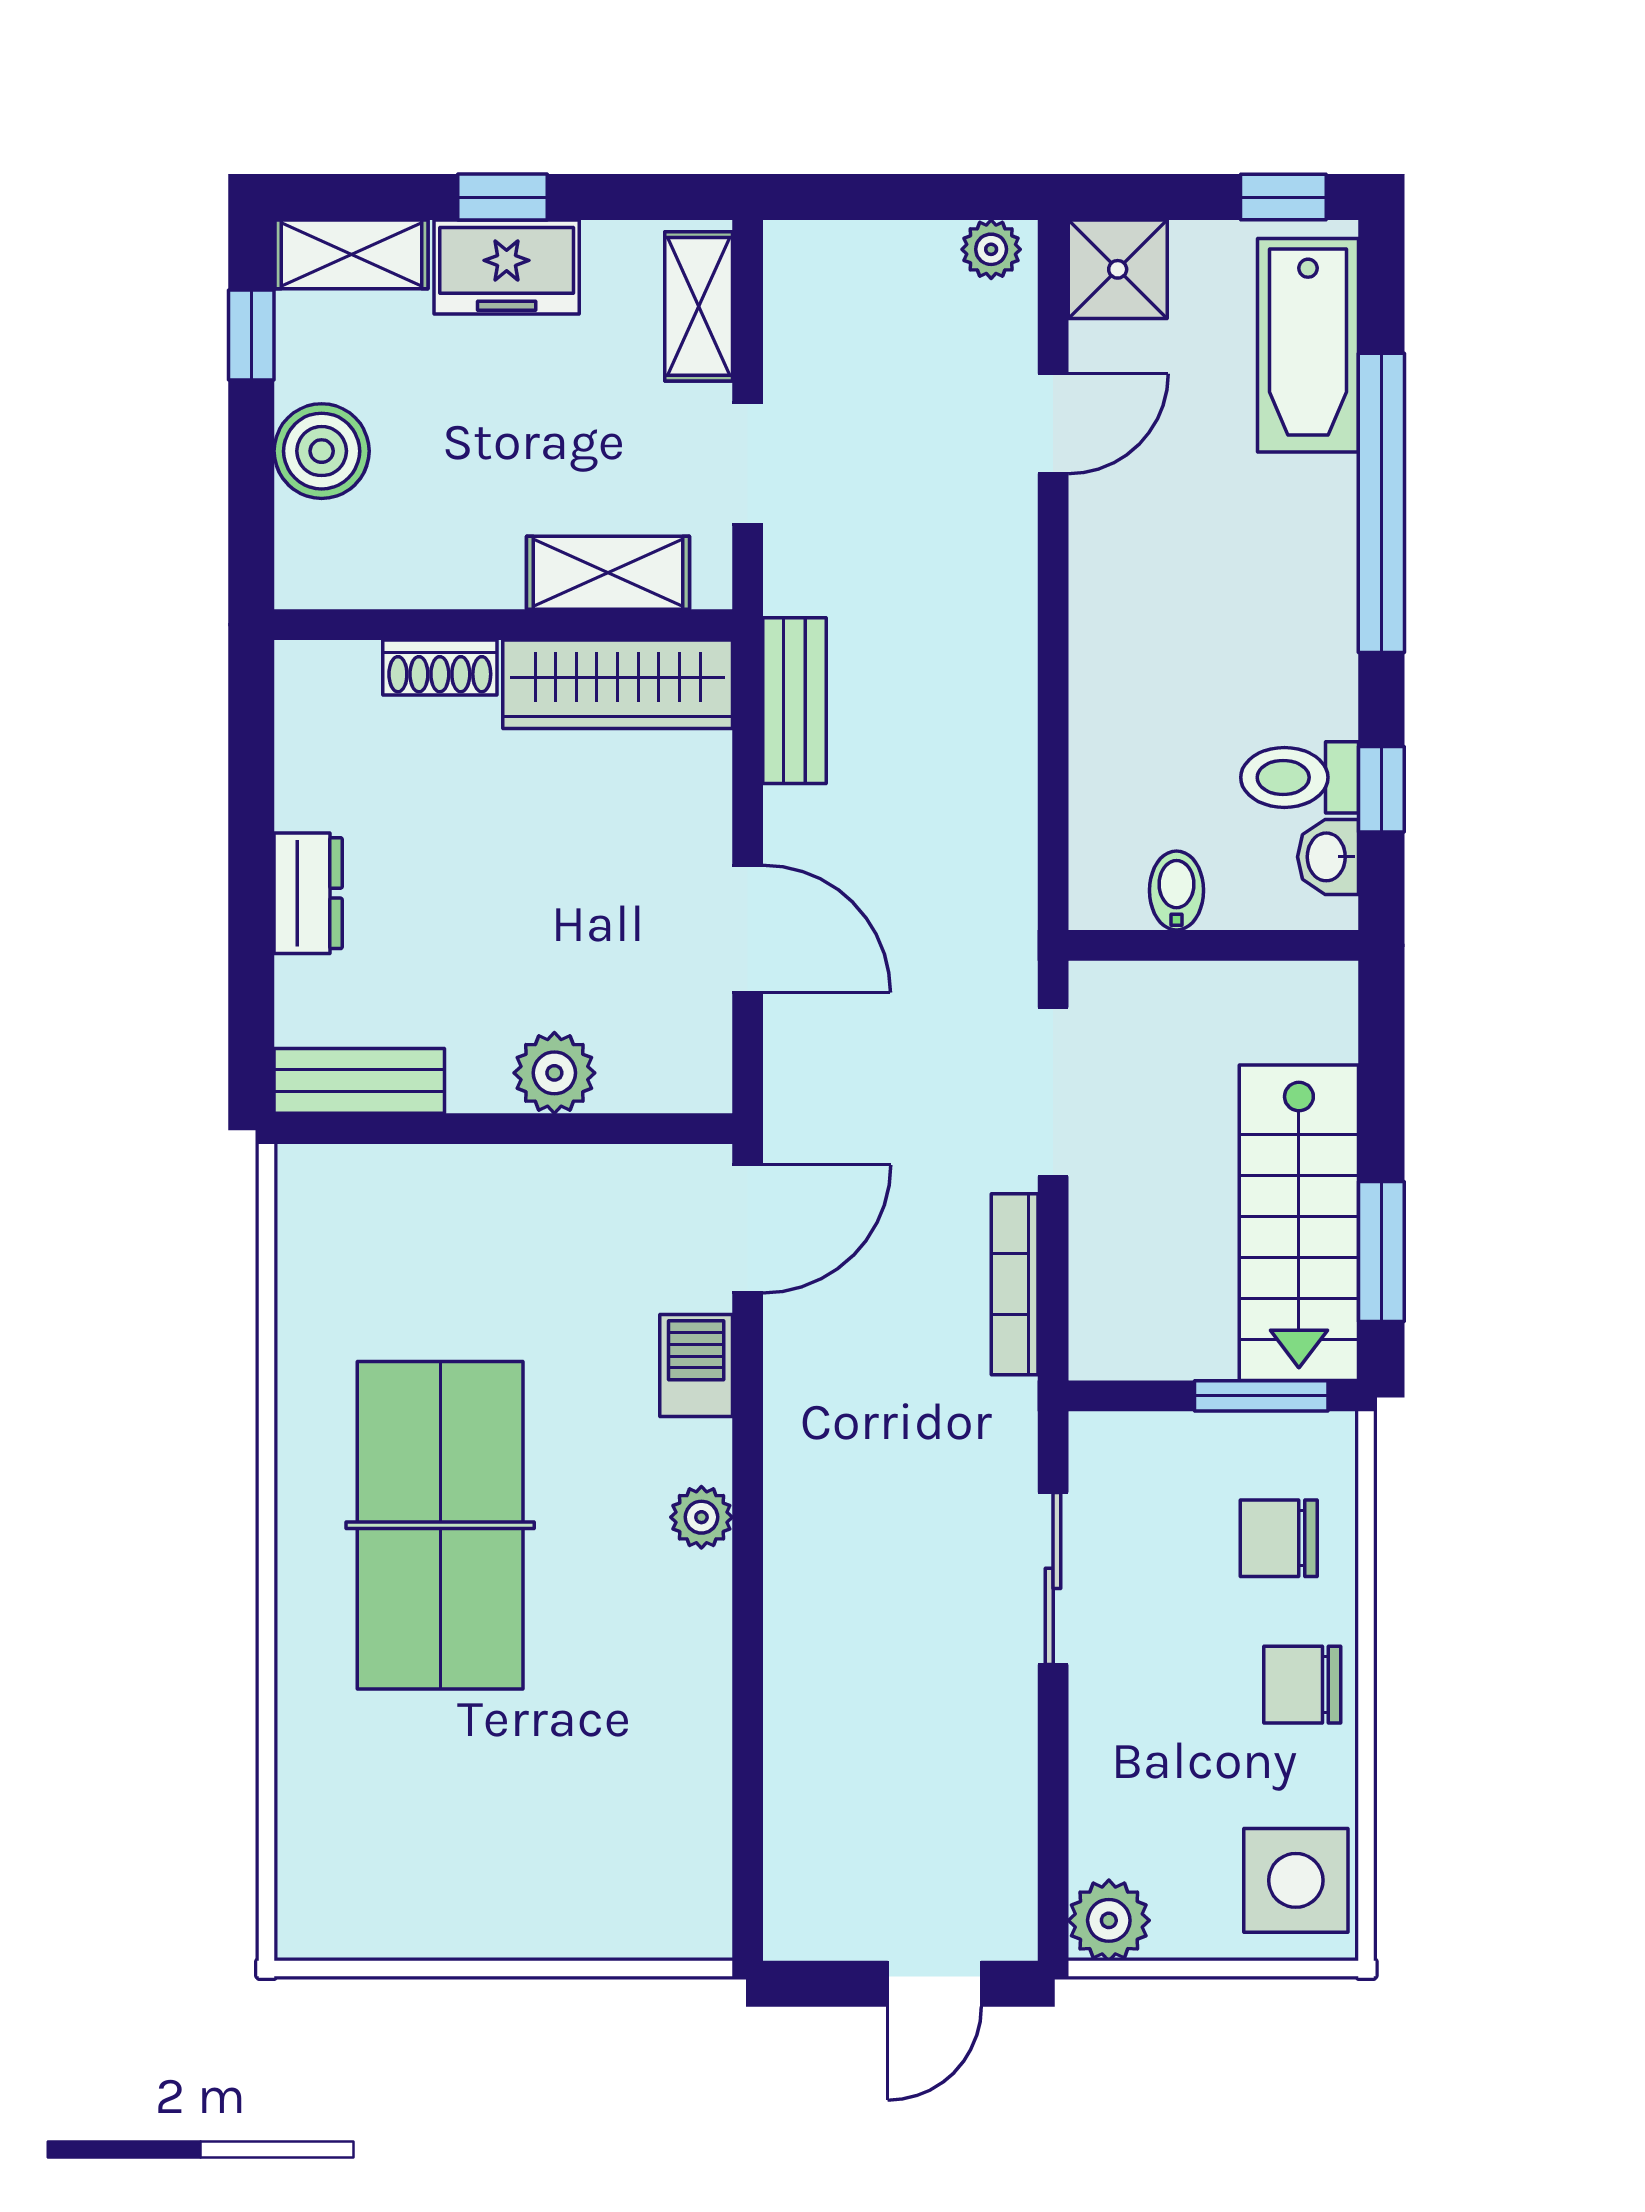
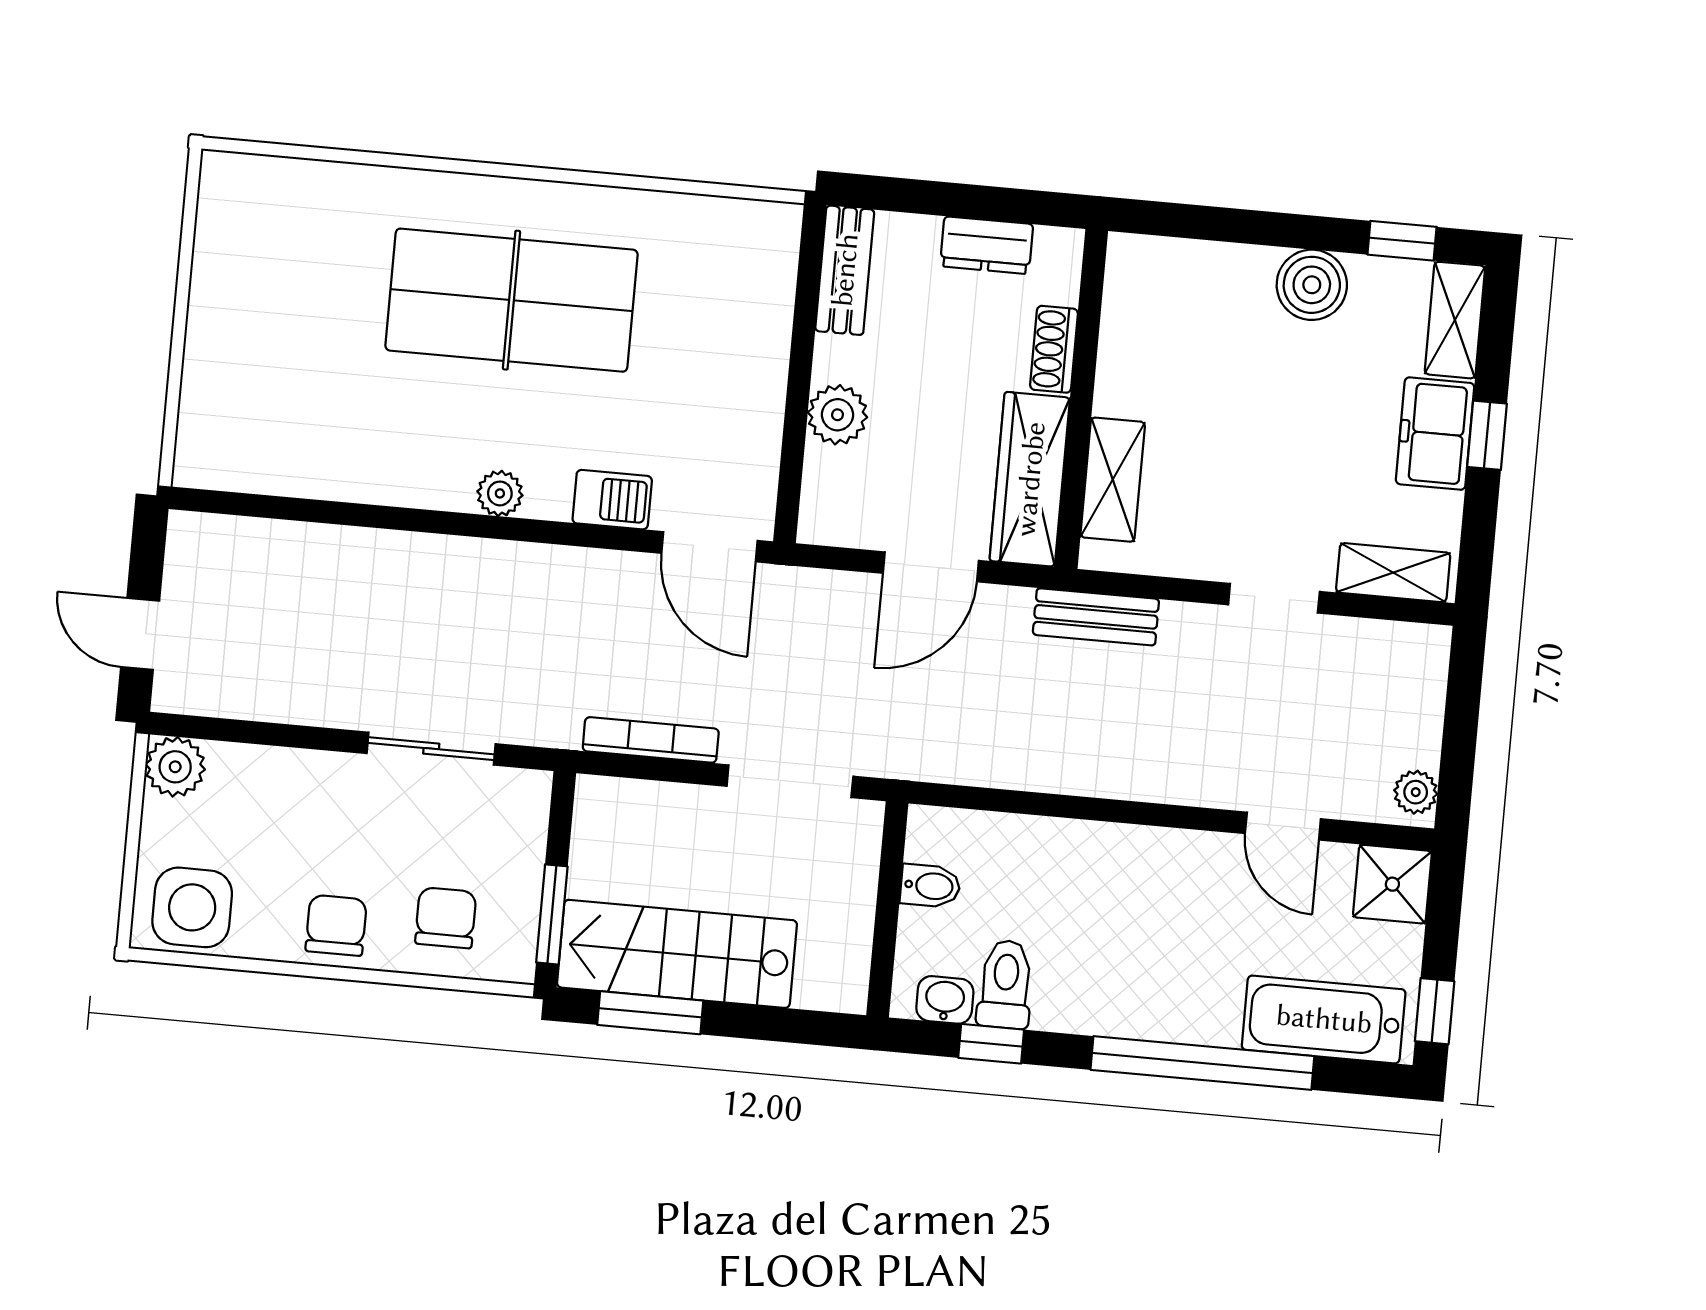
shelving: (608, 573) -> (1113, 480), moved
wall: (503, 625) -> (1081, 399), moved
shoe rack: (440, 668) -> (1054, 349), moved
wardrobe: (618, 684) -> (1030, 479), moved

